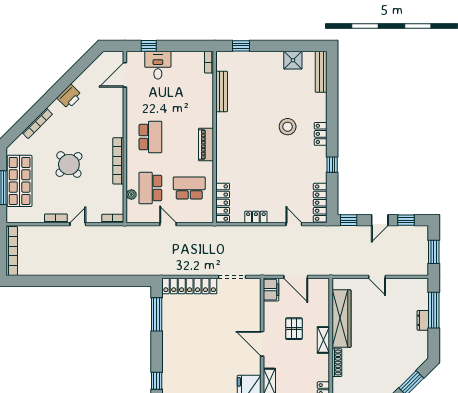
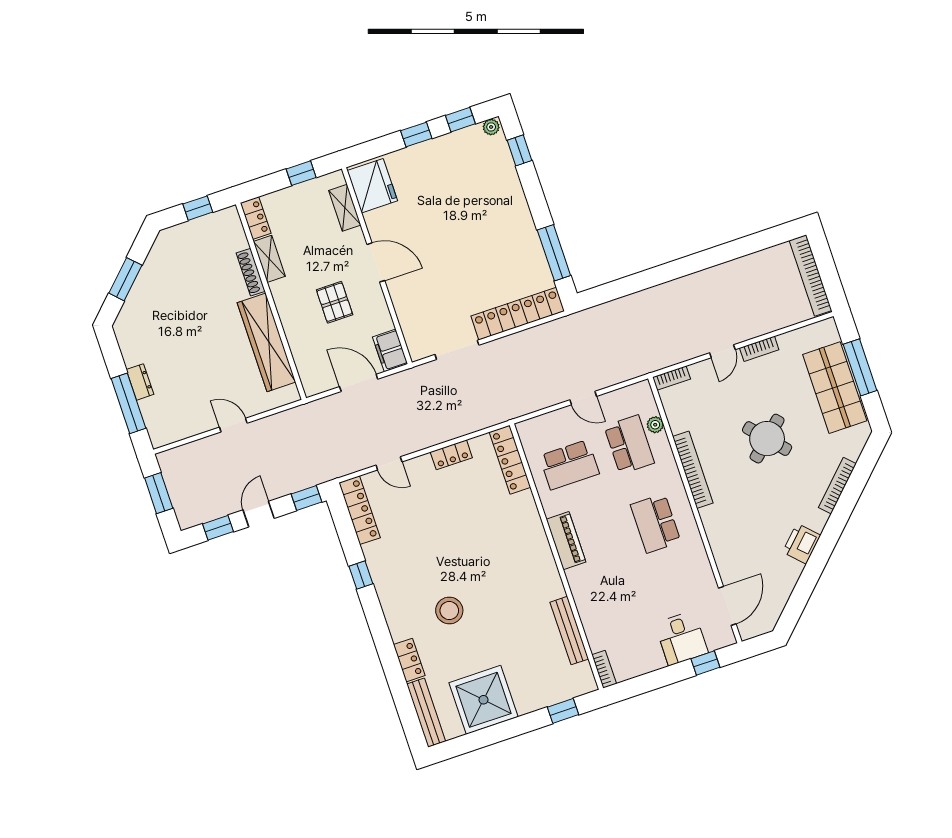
shower: (293, 60) -> (483, 700), width x1.86, depth x1.86
locker: (321, 134) -> (409, 660), moved
shelving: (323, 340) -> (269, 259), moved

